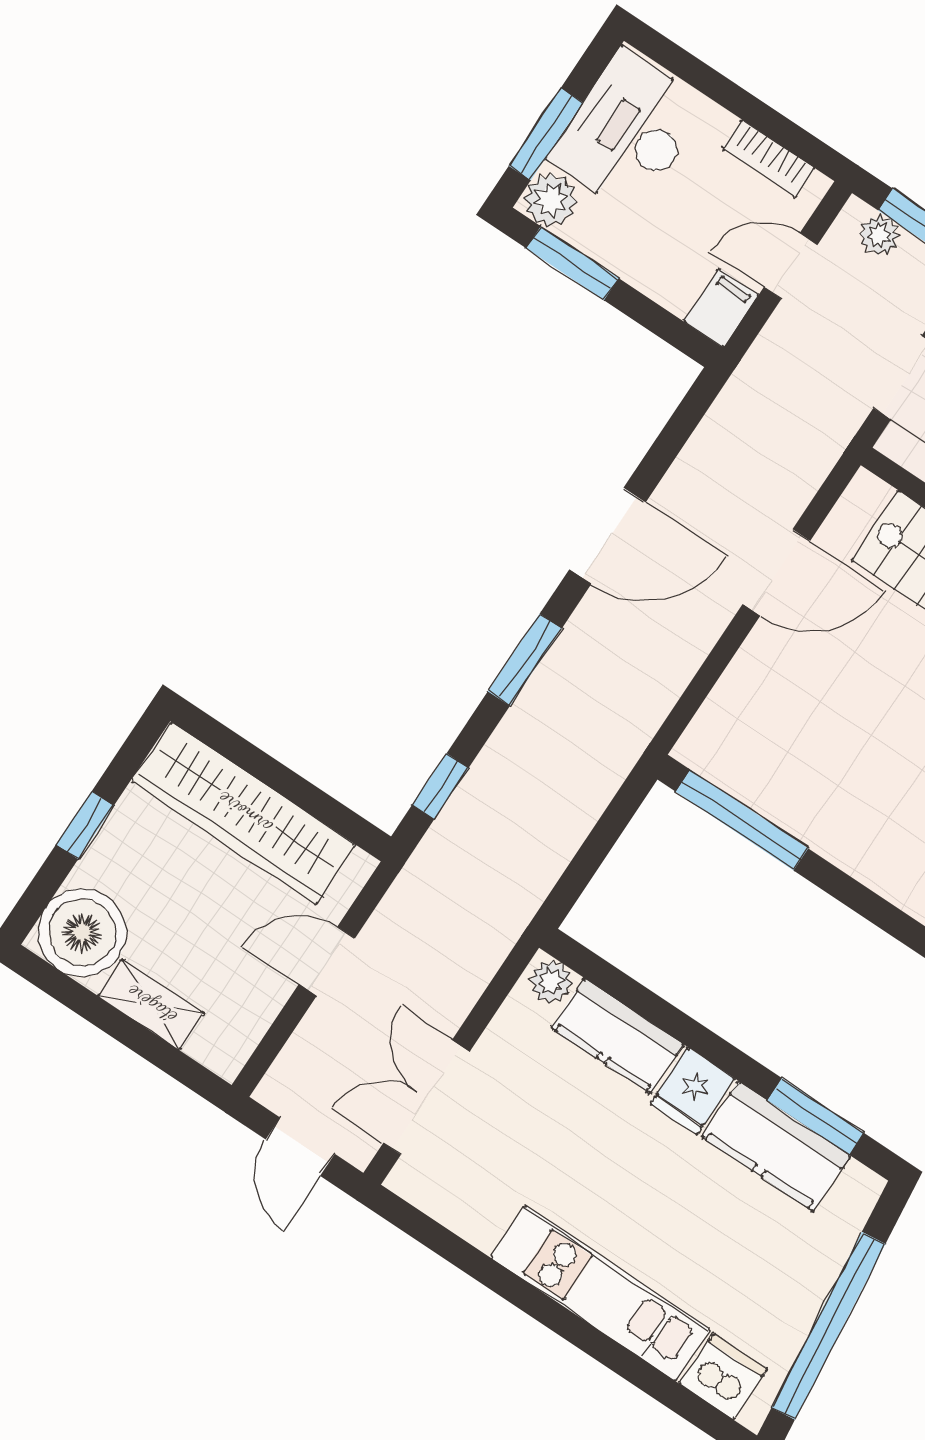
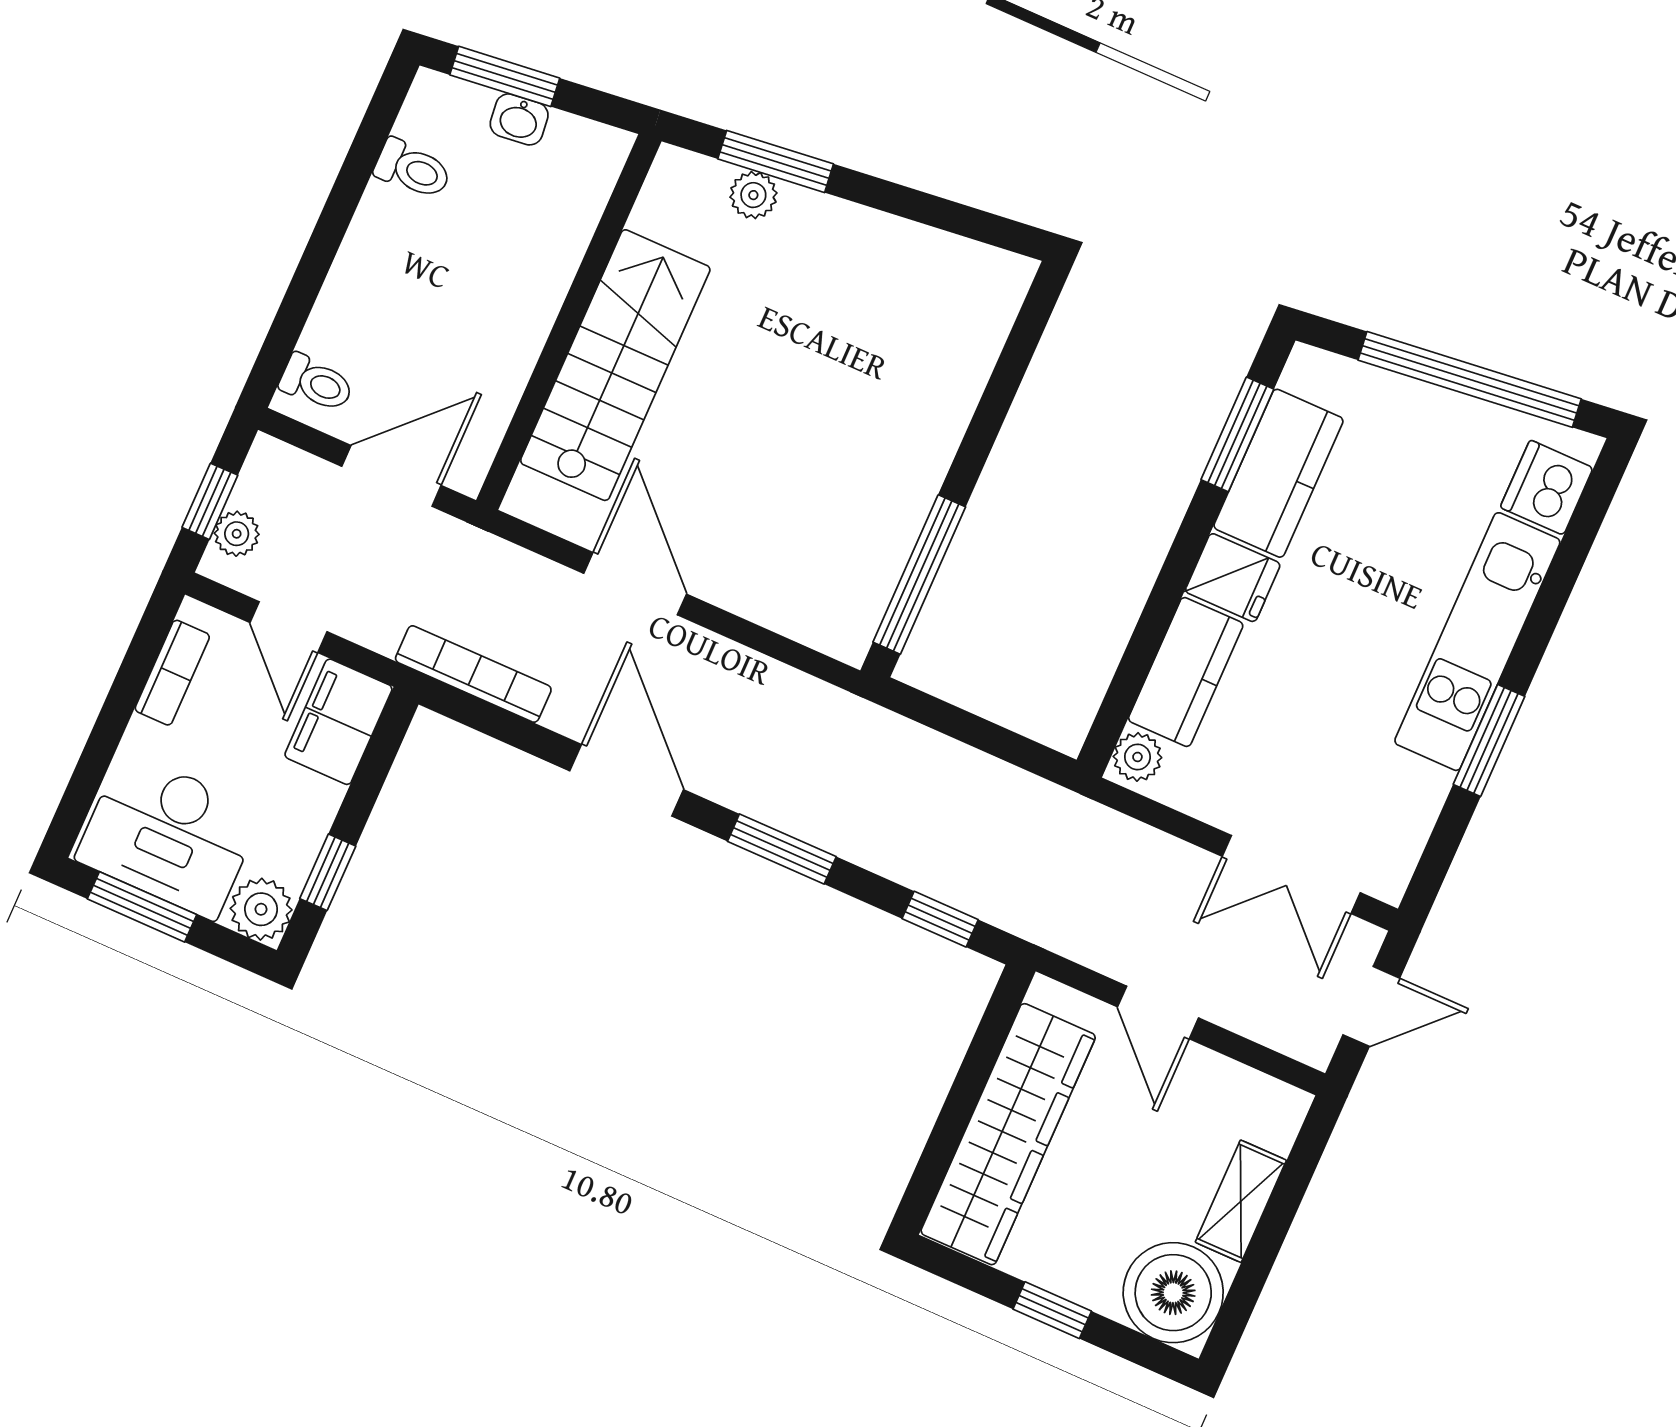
window: (546, 134) -> (142, 907), moved
window: (572, 263) -> (328, 872), width x0.67
filing cabinet: (721, 308) -> (338, 722), width x2.00
bookcase: (722, 419) -> (473, 674), added
window: (513, 1289) -> (1489, 740), added

